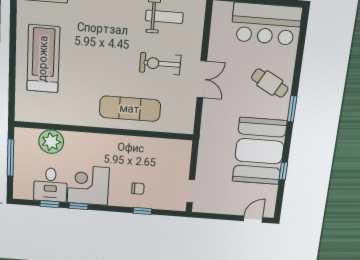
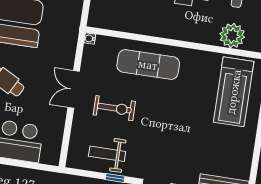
treadmill: (43, 59) -> (234, 92), moved
water cooler: (189, 129) -> (90, 39), added

